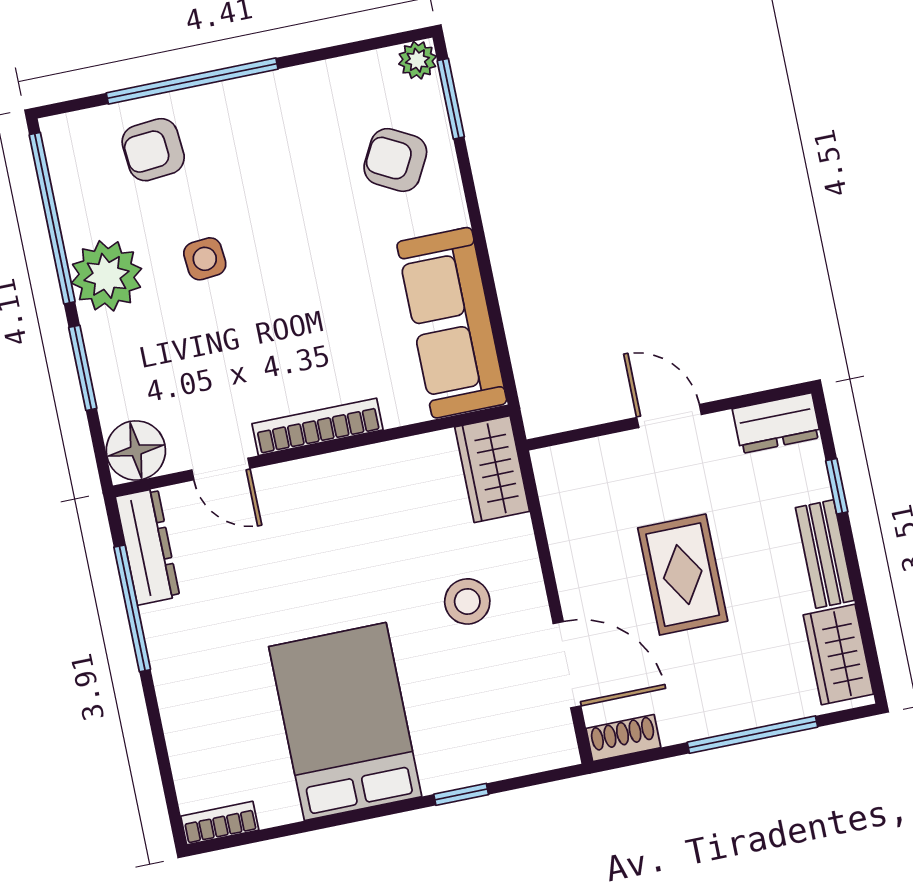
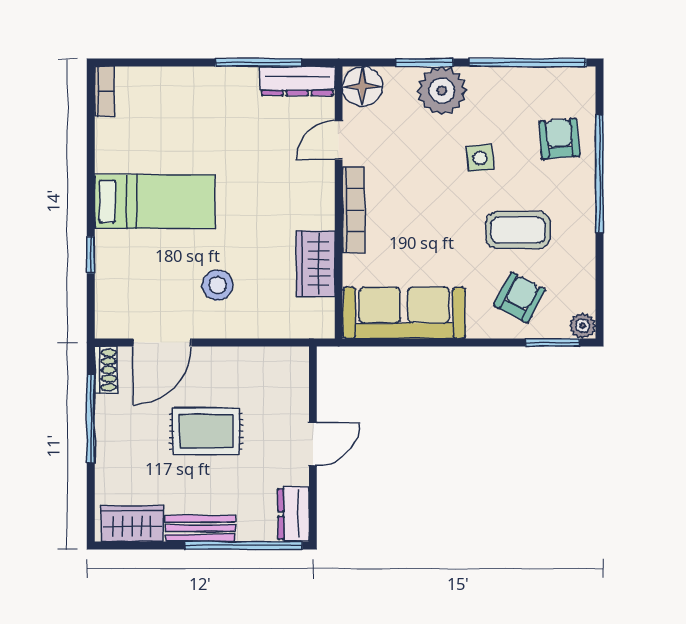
coffee table: (298, 182) -> (518, 230), added
plant: (106, 276) -> (442, 91), moved
wardrobe: (492, 469) -> (316, 264), moved, turned -90
window: (837, 486) -> (244, 545), width x3.17
bed: (345, 722) -> (155, 202), width x0.67
window: (752, 735) -> (91, 418), moved

